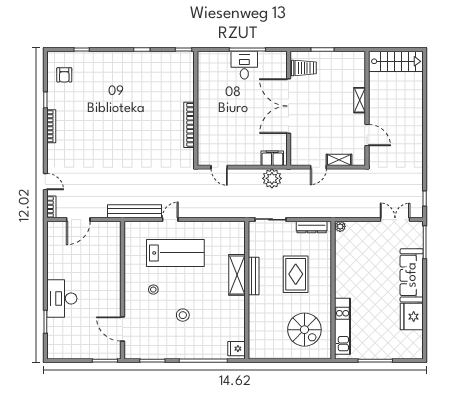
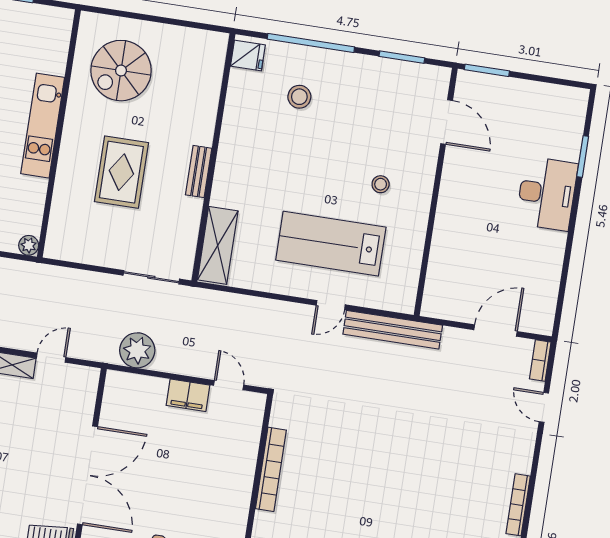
filing cabinet: (272, 158) -> (188, 395), moved
dresser: (312, 227) -> (80, 252), removed
shelving: (237, 275) -> (218, 245), moved
bench: (254, 276) -> (199, 172), width x0.73
stool: (183, 315) -> (299, 97), moved
kitchen unit: (343, 326) -> (43, 126), moved
spiral stairs: (304, 330) -> (121, 71), turned -90

